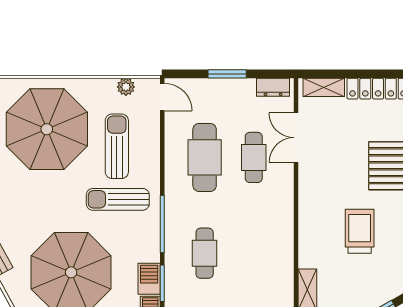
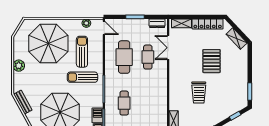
trolley: (360, 231) -> (199, 93), turned 180

